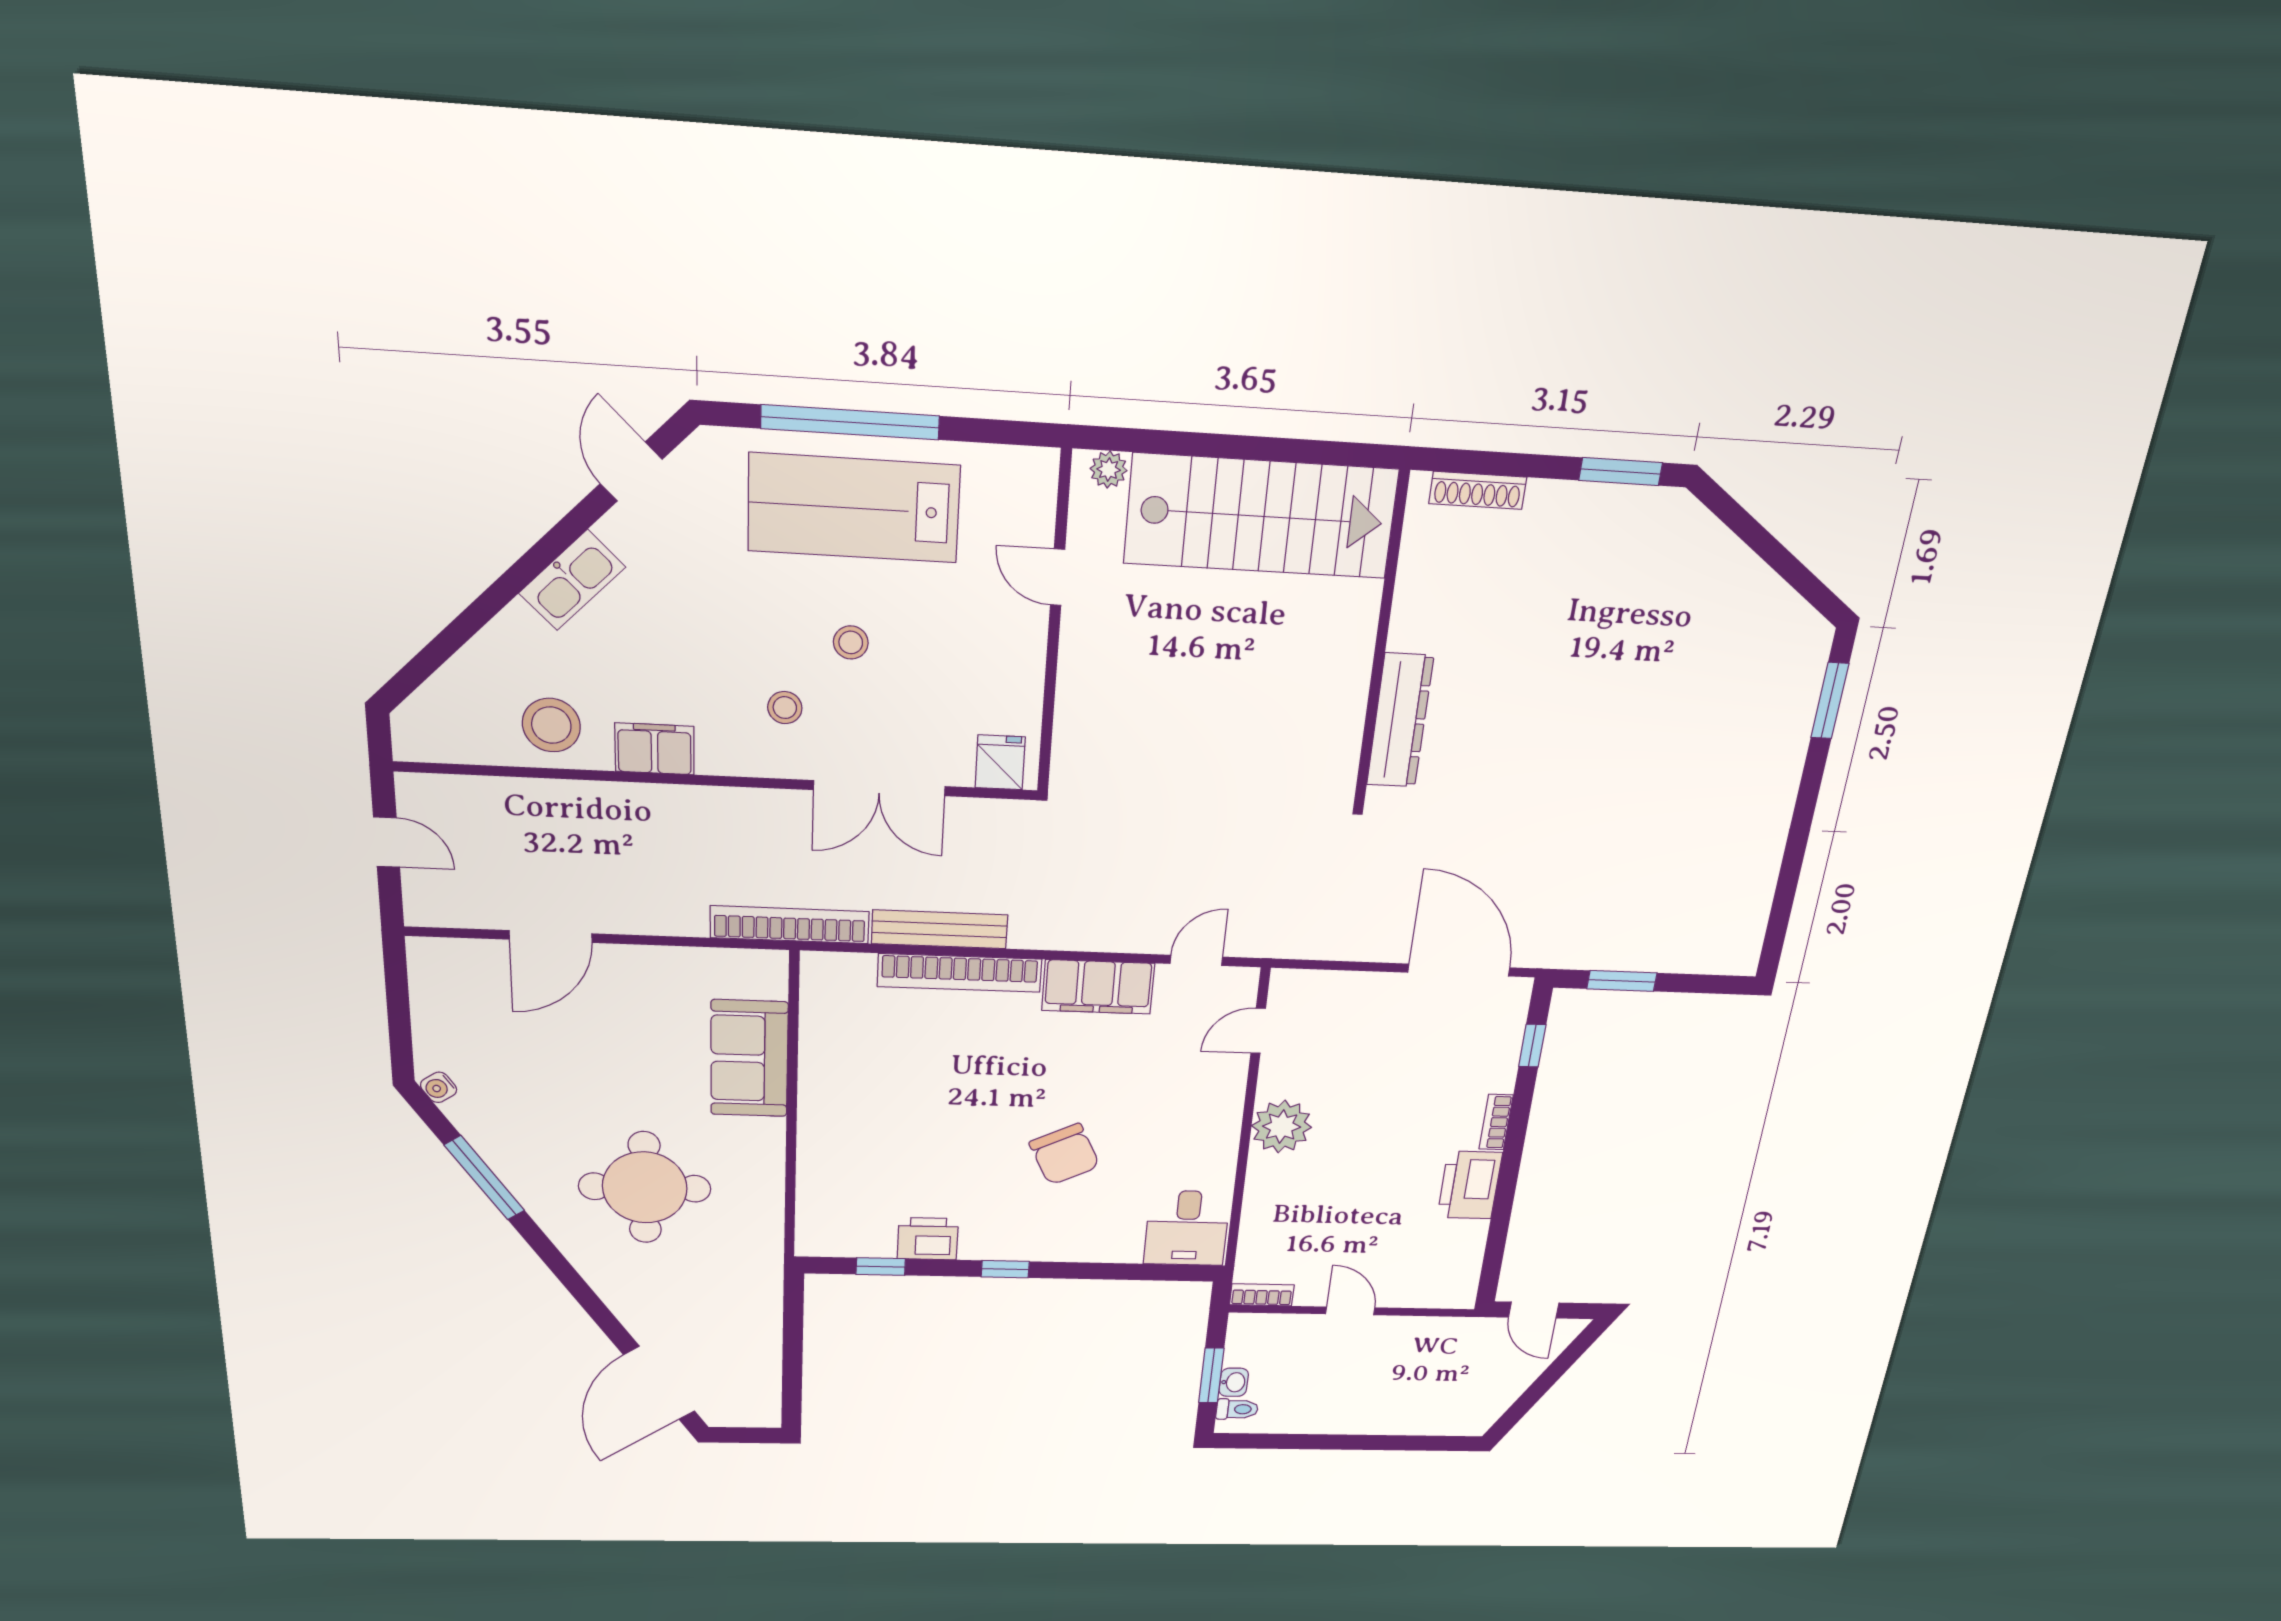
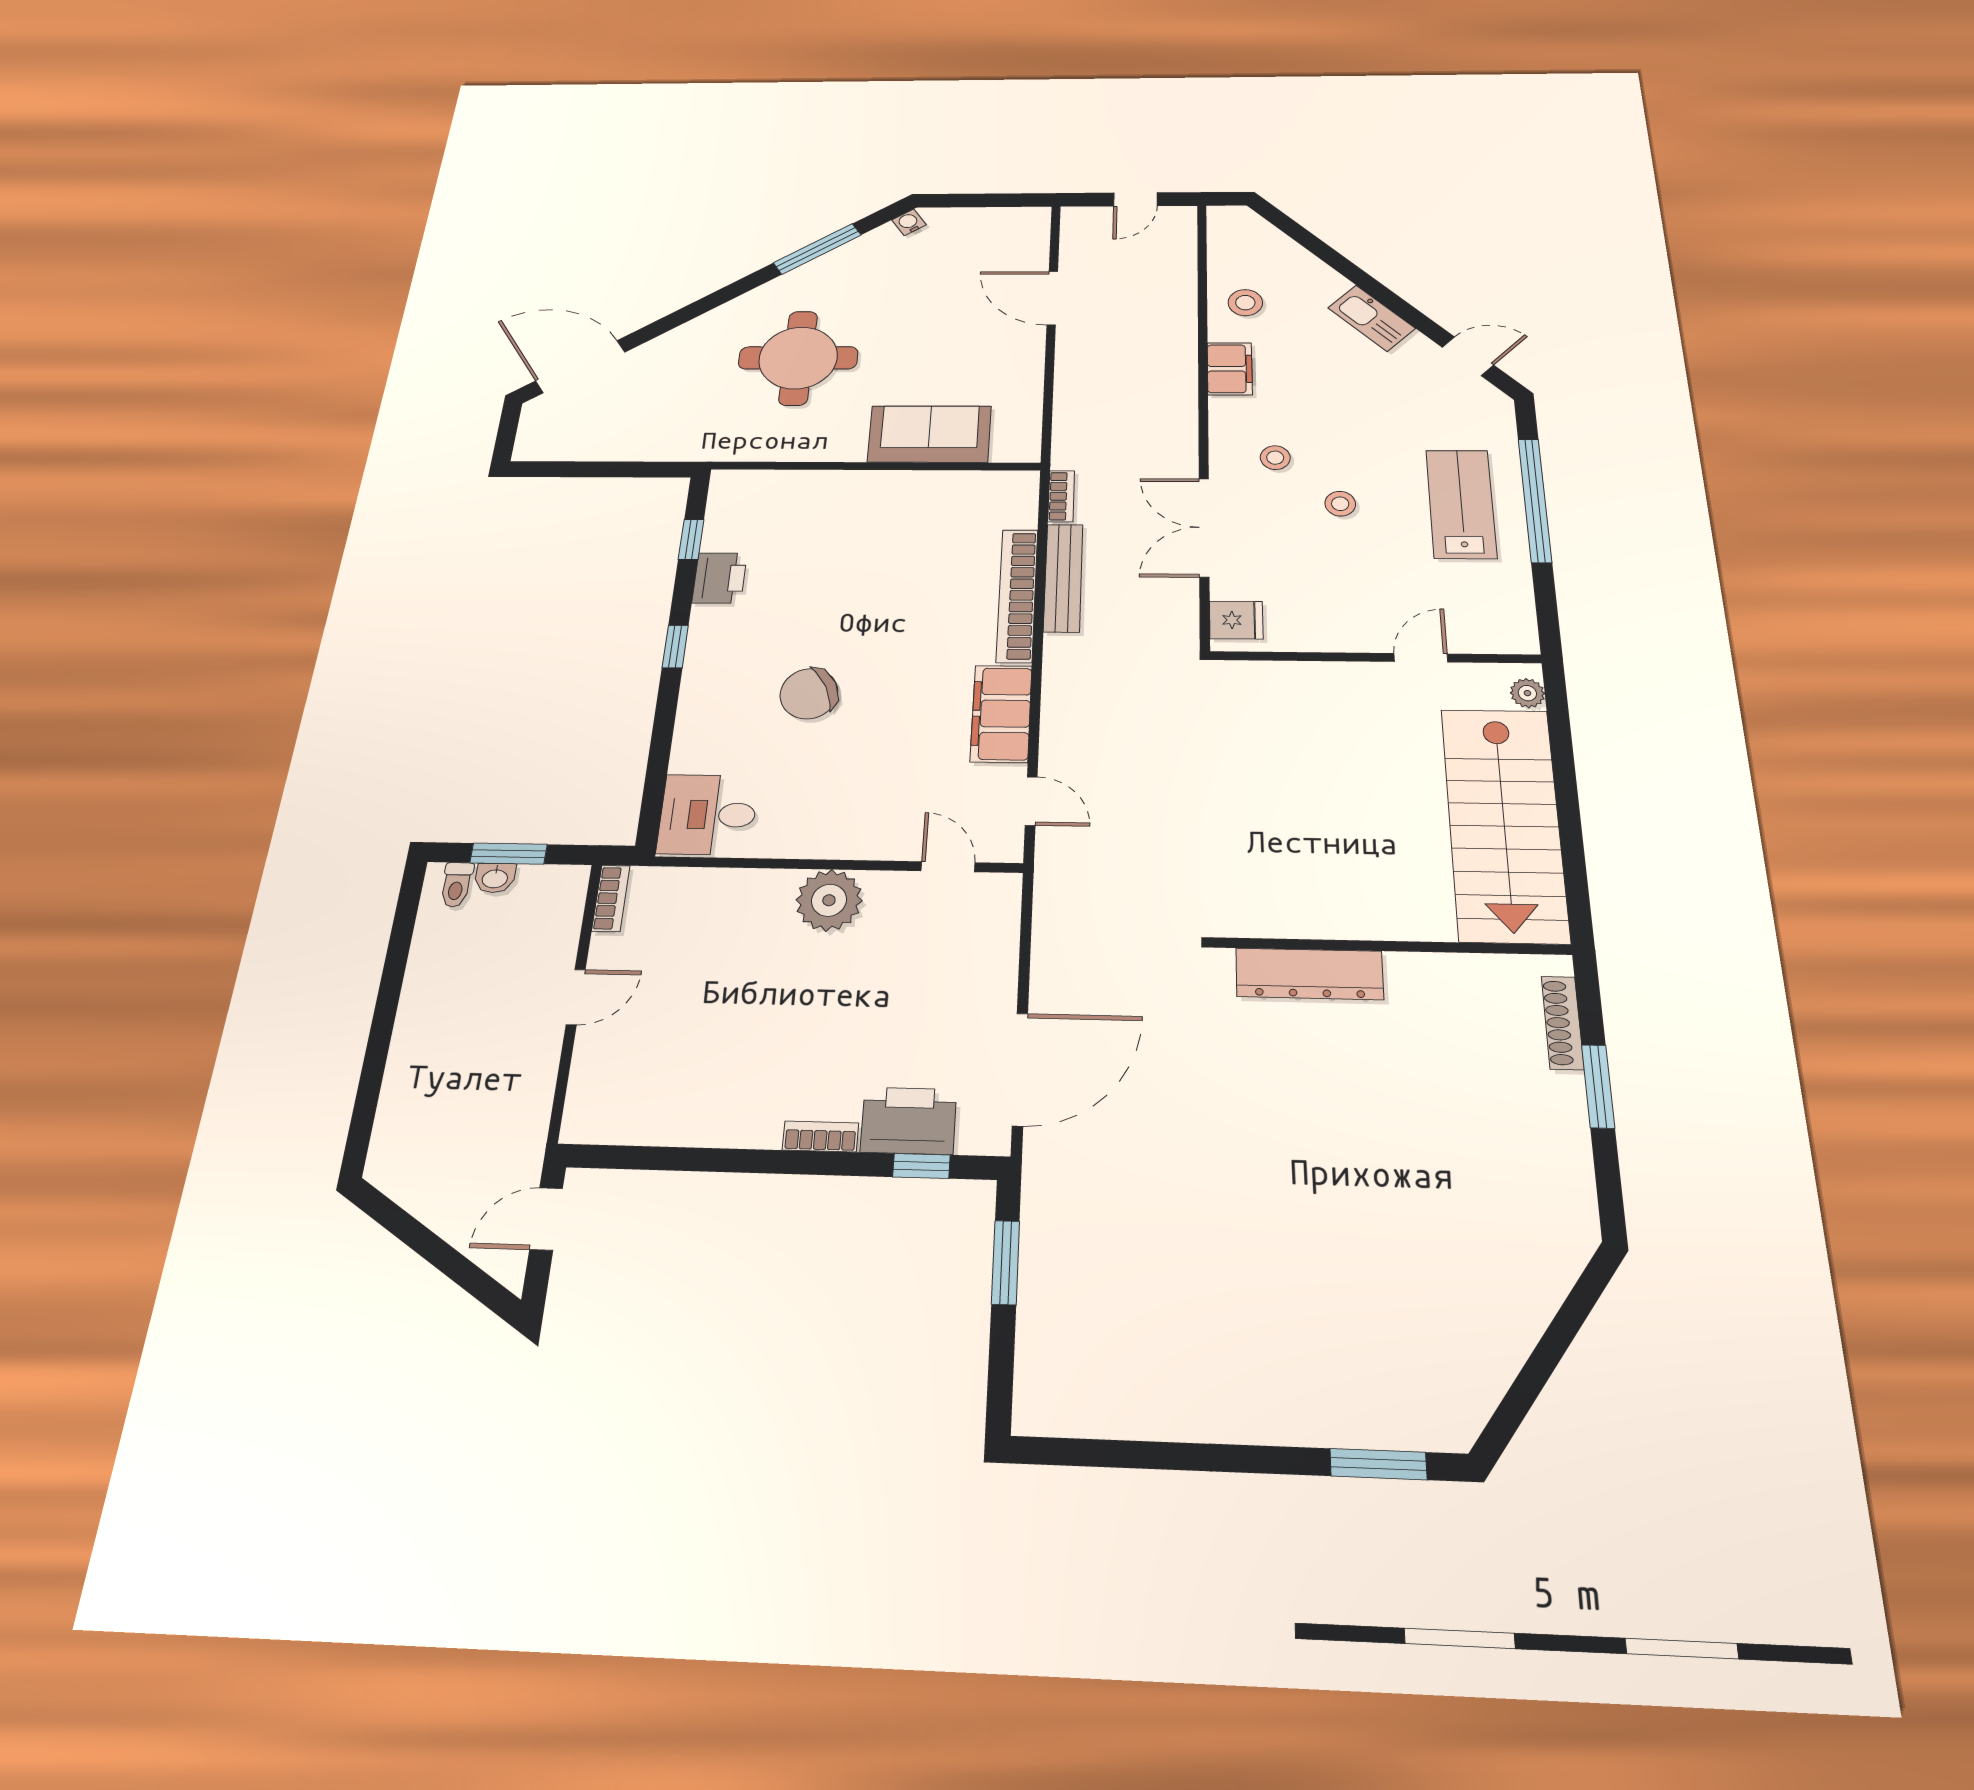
window: (1621, 472) -> (1598, 1086), moved
lab bench: (854, 508) -> (1461, 504), width x0.73, depth x0.72
stool: (551, 725) -> (1245, 303), width x0.73, depth x0.73
bookcase: (790, 925) -> (1061, 496), width x0.43, depth x0.76
printer: (1470, 1185) -> (909, 1121), moved

